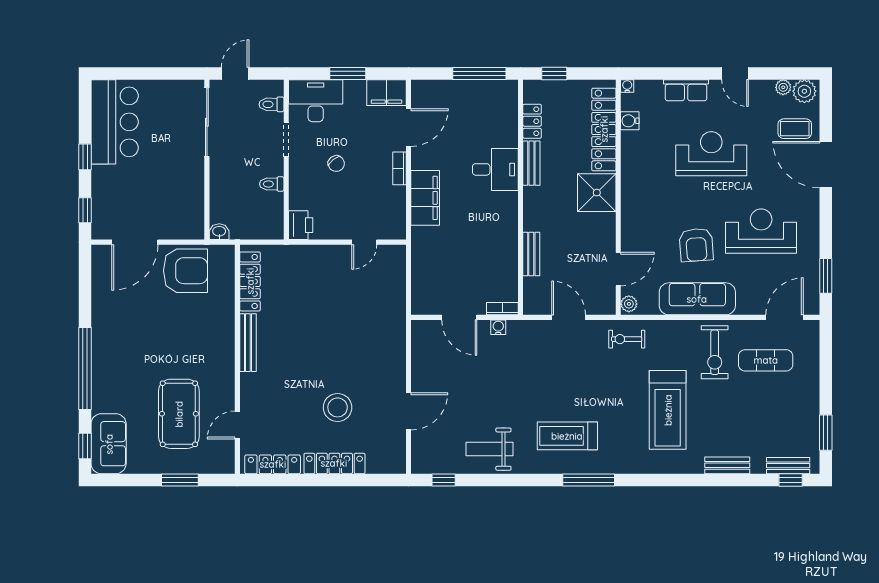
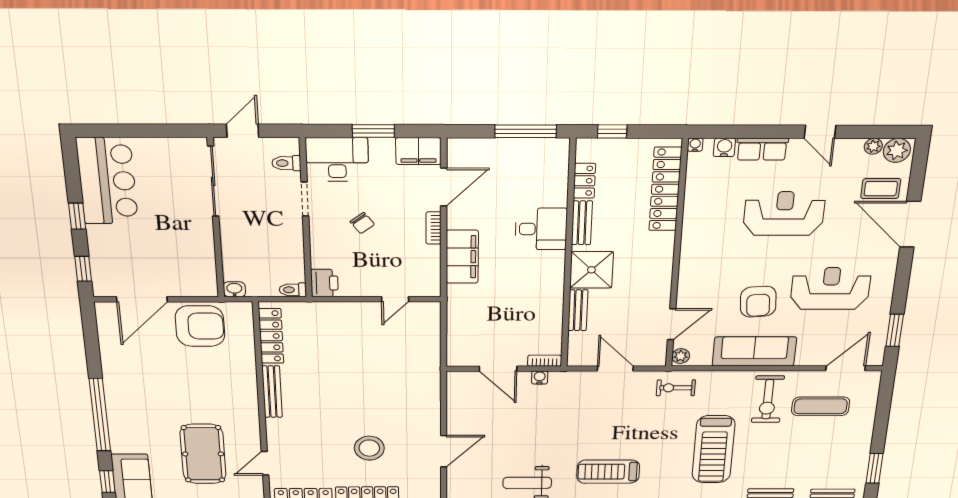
water cooler: (630, 121) -> (724, 147), moved, turned 90
toilet: (272, 184) -> (293, 290), moved
shower: (597, 193) -> (591, 270), moved

